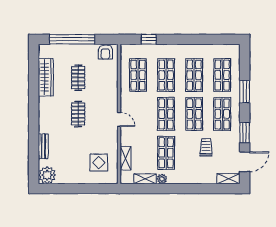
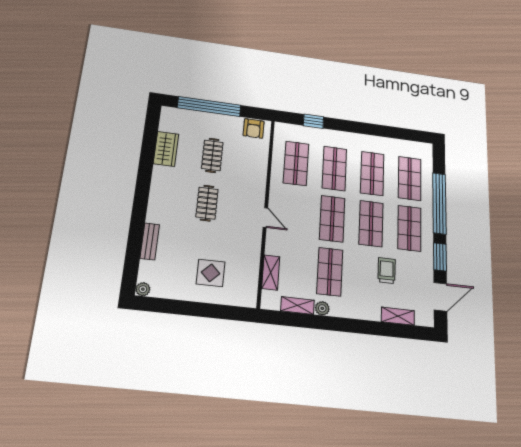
wardrobe: (46, 77) -> (166, 149), width x0.67
window: (245, 92) -> (439, 203), width x2.11
display table: (99, 163) -> (211, 273), moved
plant: (47, 175) -> (143, 289), width x0.53, depth x0.53
shelving: (228, 179) -> (398, 316), moved

